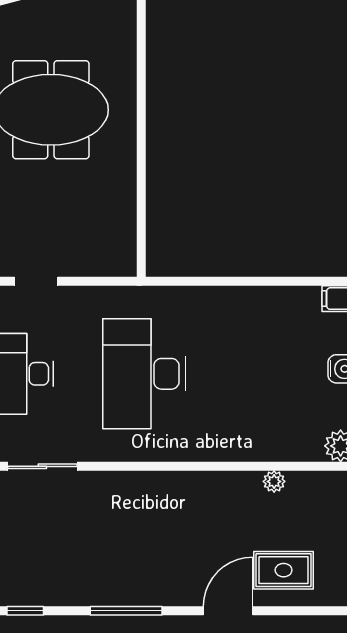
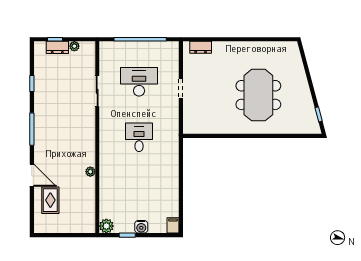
desk: (144, 374) -> (139, 137), width x0.53, depth x0.77
plant: (274, 481) -> (90, 172), moved

